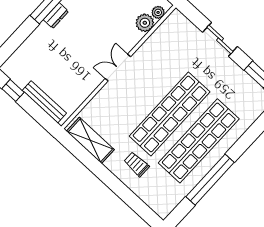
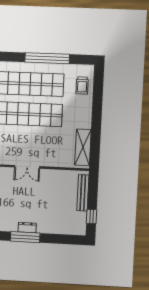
trolley: (136, 164) -> (82, 86), moved

